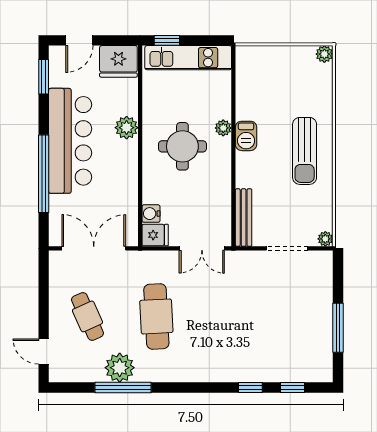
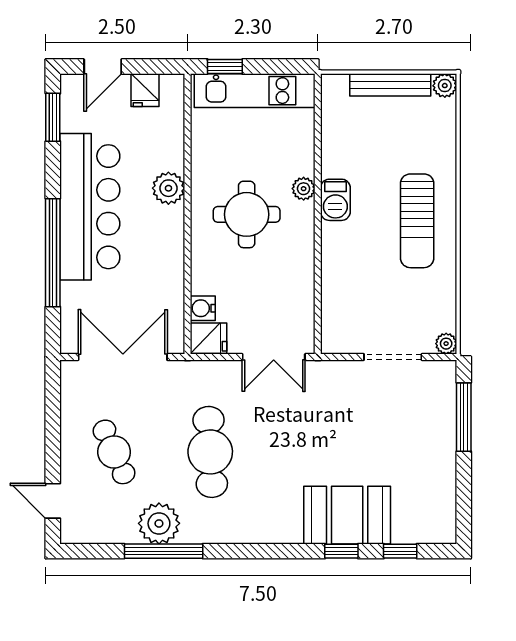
fridge: (118, 61) -> (145, 90), width x0.53, depth x0.75
bench: (244, 218) -> (390, 85), moved, turned 90
window: (338, 328) -> (464, 417), moved
booth: (254, 362) -> (347, 515), added

